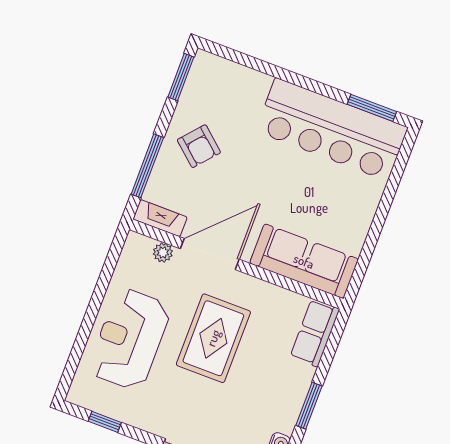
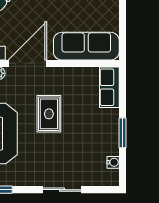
rug: (213, 338) -> (49, 114), width x0.73, depth x0.70

